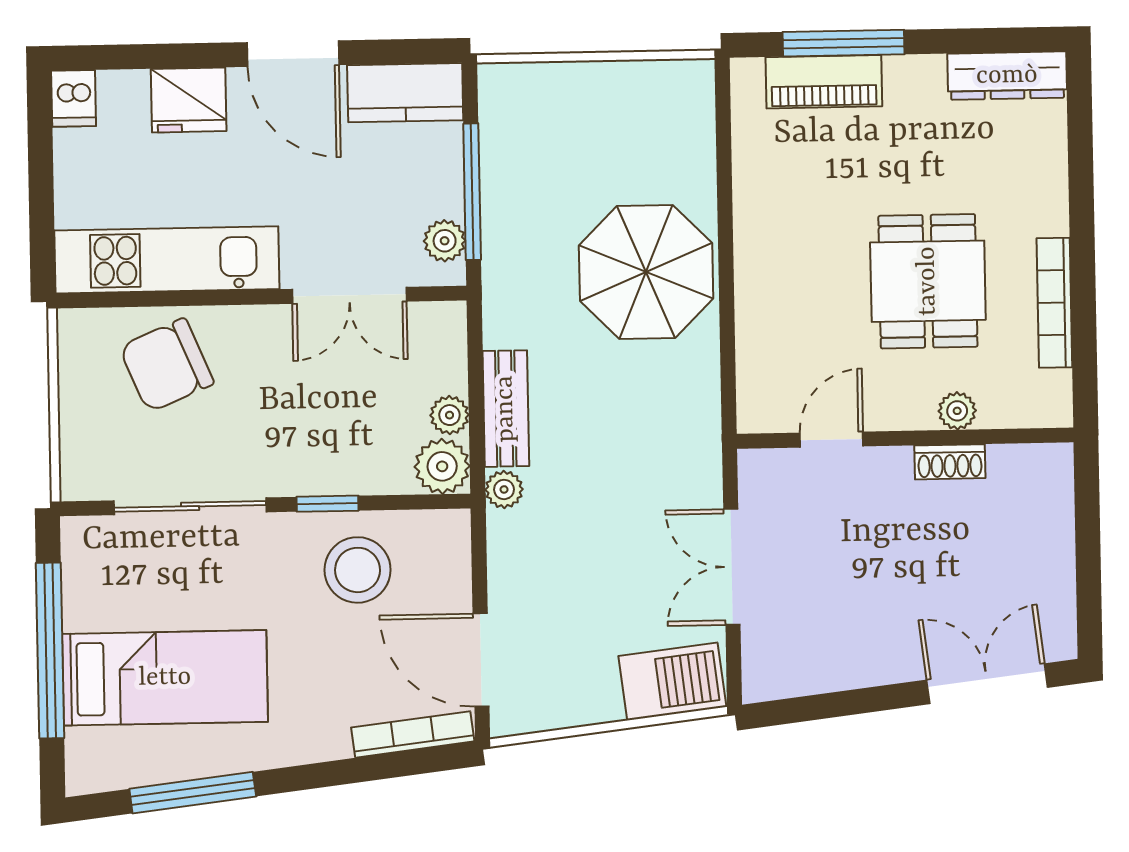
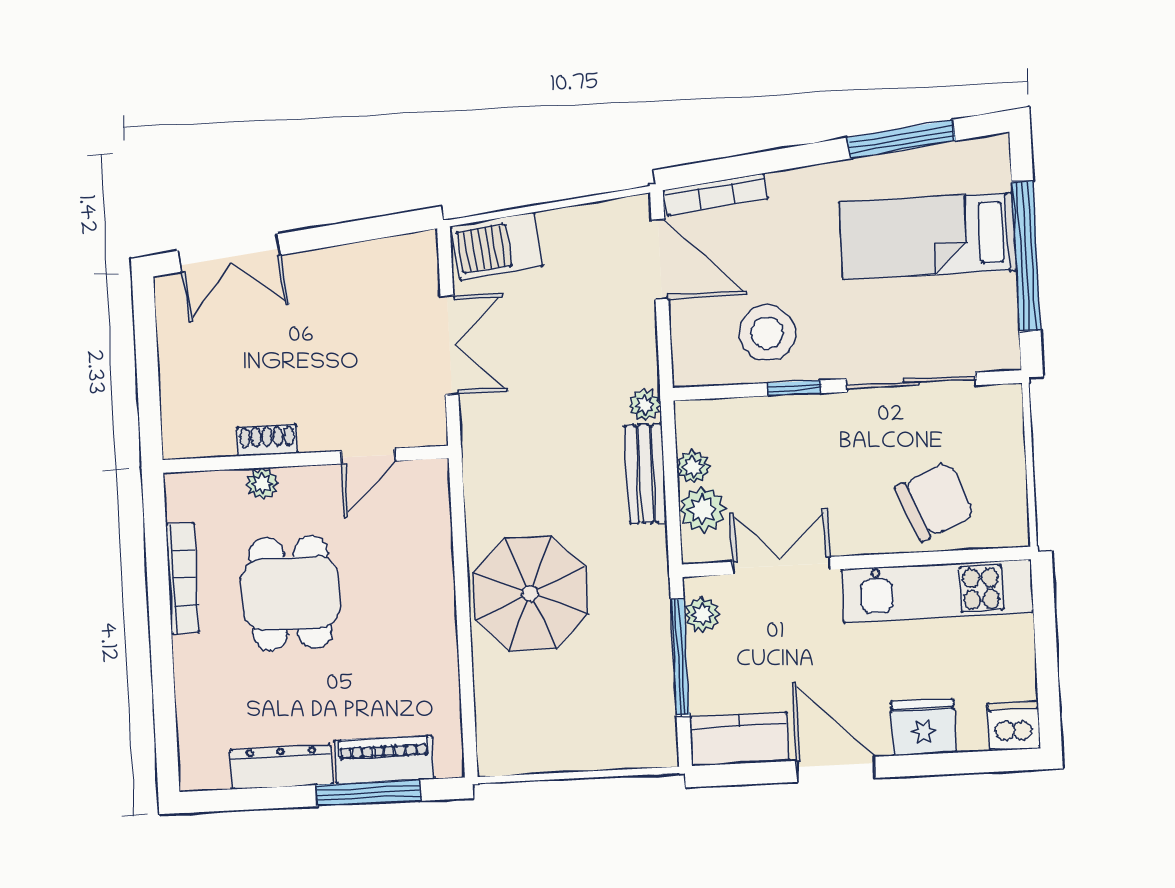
dresser: (1007, 76) -> (281, 767), moved
dishwasher: (74, 98) -> (1014, 726), width x1.38
plant: (442, 466) -> (702, 510), moved

